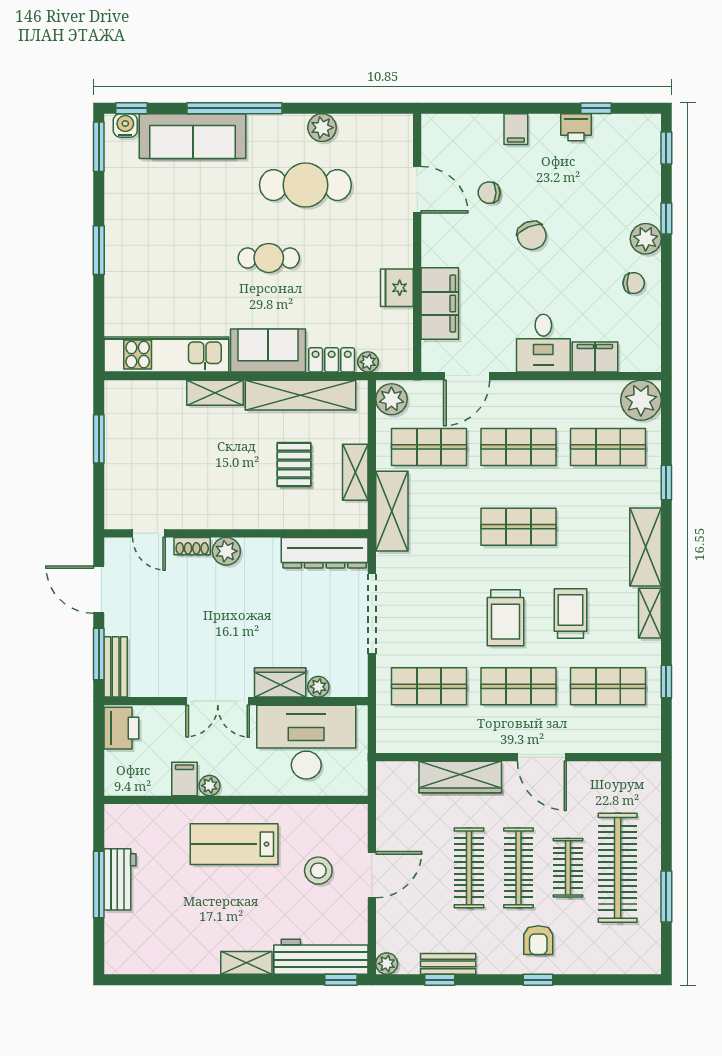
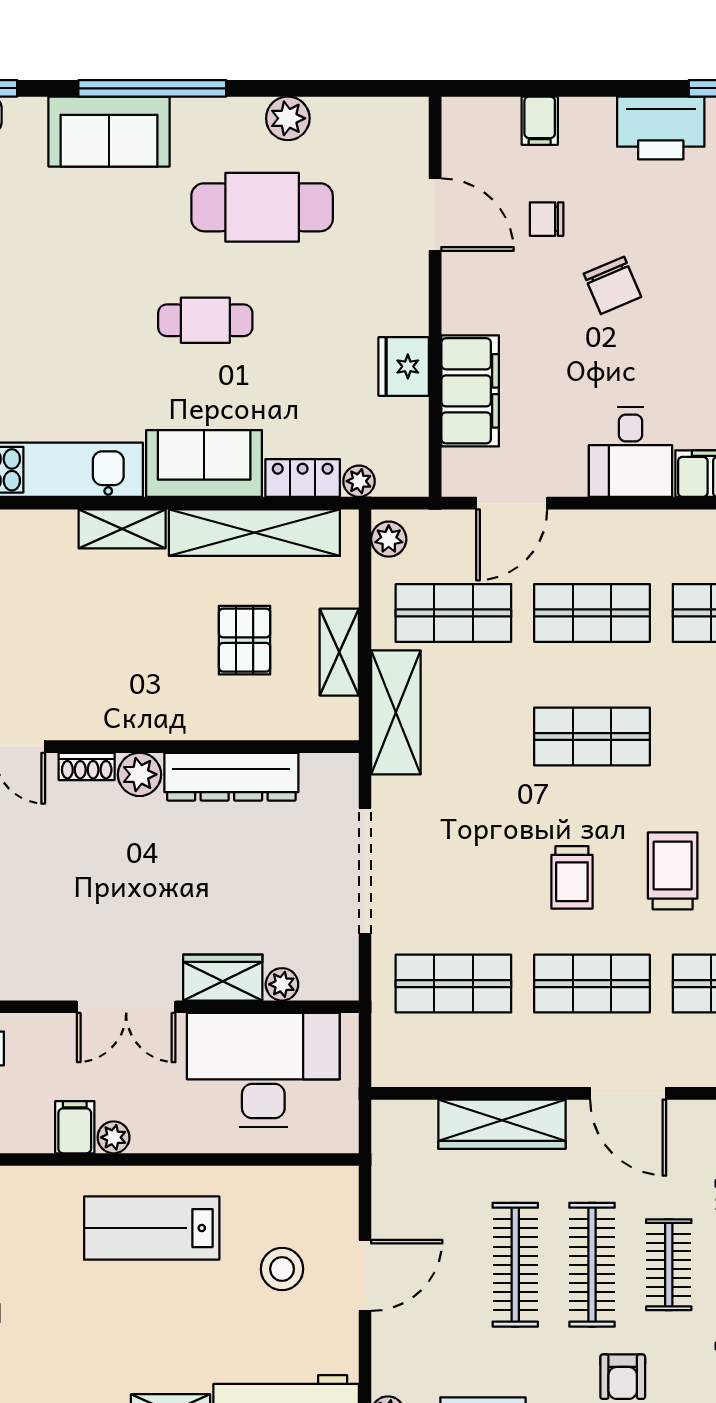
printer: (576, 127) -> (661, 128), width x1.87, depth x1.48
filing cabinet: (516, 129) -> (540, 121), moved
sofa: (193, 136) -> (109, 132), width x0.73
plant: (391, 399) -> (389, 539), width x0.73, depth x0.73
dresser: (325, 553) -> (231, 777), moved
trolley: (506, 618) -> (572, 877), width x0.73, depth x0.72

